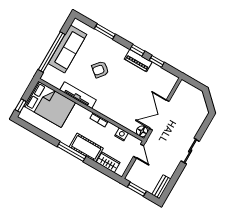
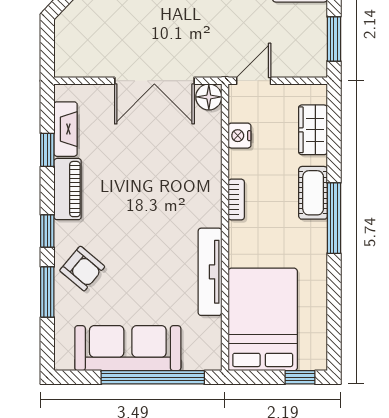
window: (137, 50) -> (47, 231), moved
armchair: (100, 69) -> (82, 269), moved
fireplace: (160, 72) -> (66, 129), added
cot: (86, 147) -> (313, 193), width x0.73, depth x0.75

